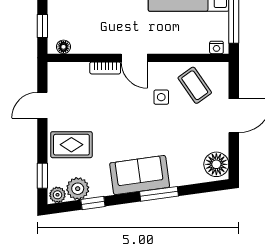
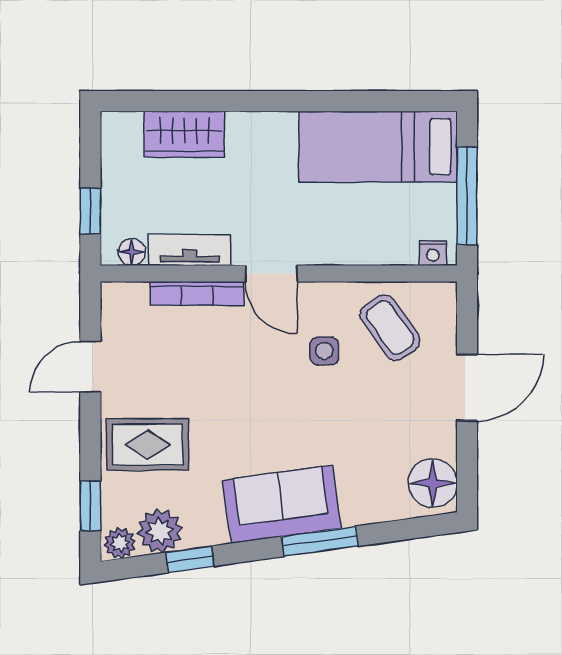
tv unit: (93, 46) -> (190, 250), added
bookcase: (105, 68) -> (197, 294), width x1.56

